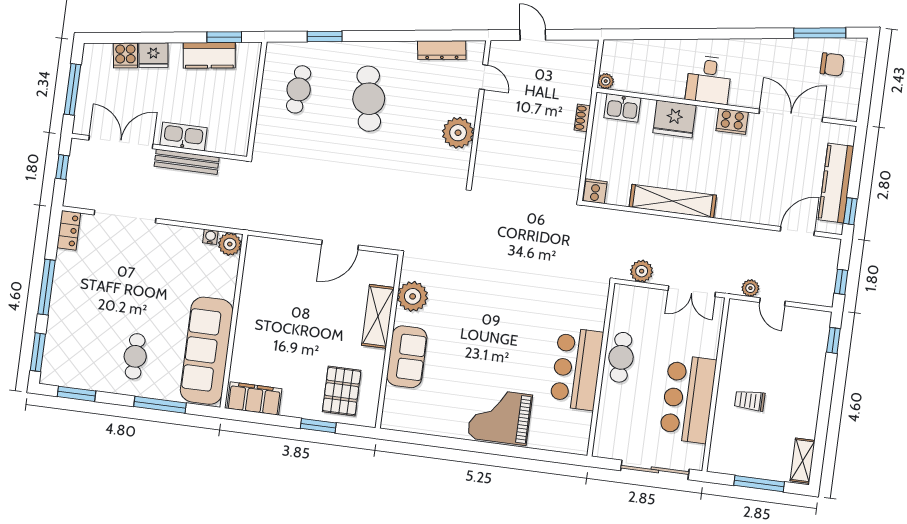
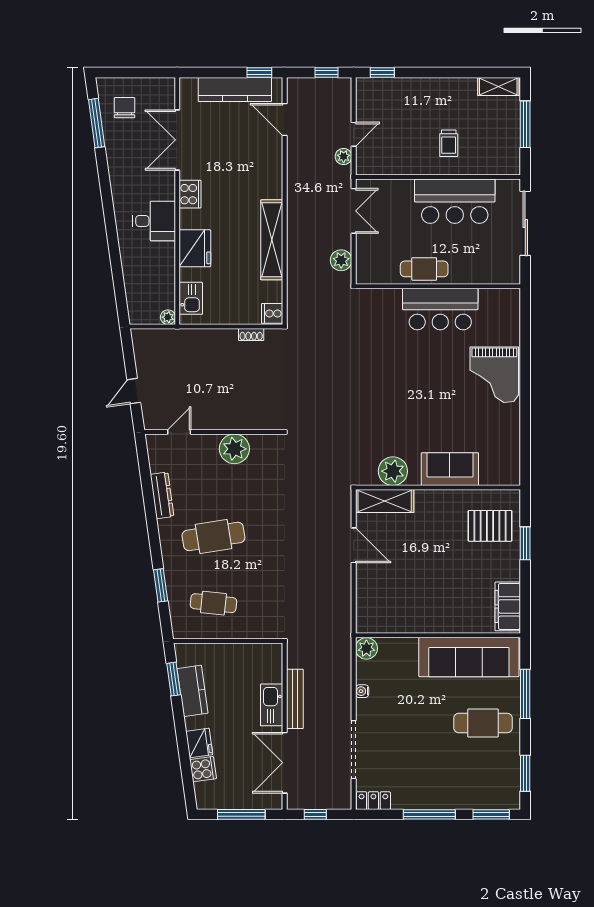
dresser: (442, 50) -> (162, 495), moved
shoe rack: (582, 118) -> (251, 335), moved
water cooler: (210, 237) -> (362, 691), moved
shelving: (378, 316) -> (385, 501), moved
cafe table: (135, 356) -> (483, 723), width x1.37, depth x1.35

